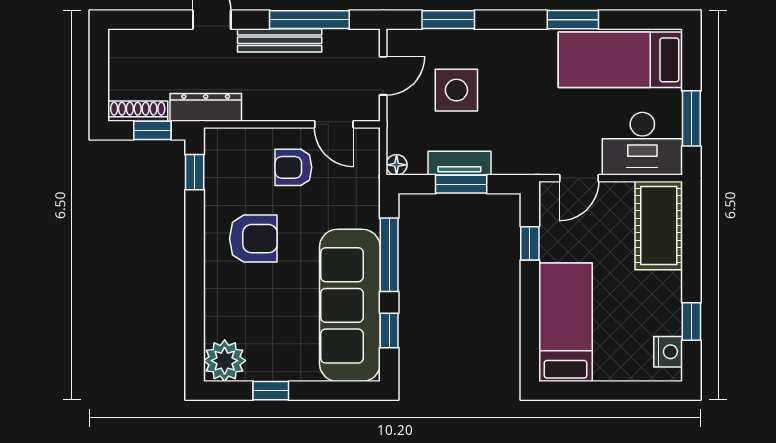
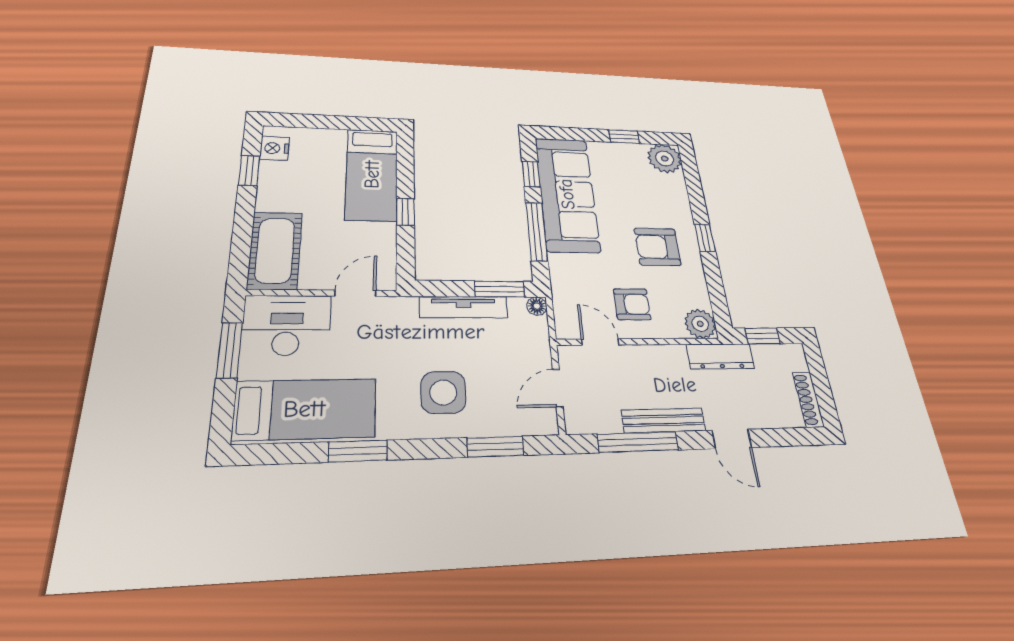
side table: (456, 90) -> (443, 392), moved
shoe rack: (138, 111) -> (808, 399), moved, turned 90
plant: (221, 145) -> (700, 324), added
tv unit: (459, 163) -> (464, 307), width x1.41
window: (195, 172) -> (705, 238), moved
window: (461, 184) -> (499, 289), moved
window: (530, 243) -> (405, 212), moved

